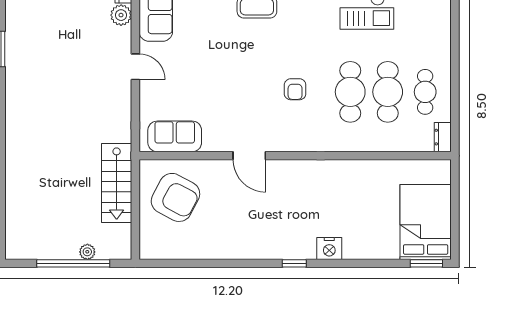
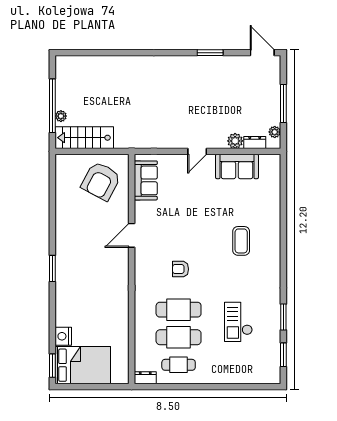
stairs: (117, 183) -> (84, 138), moved
nightstand: (329, 249) -> (63, 336), moved
window: (294, 263) -> (52, 268), width x1.50

